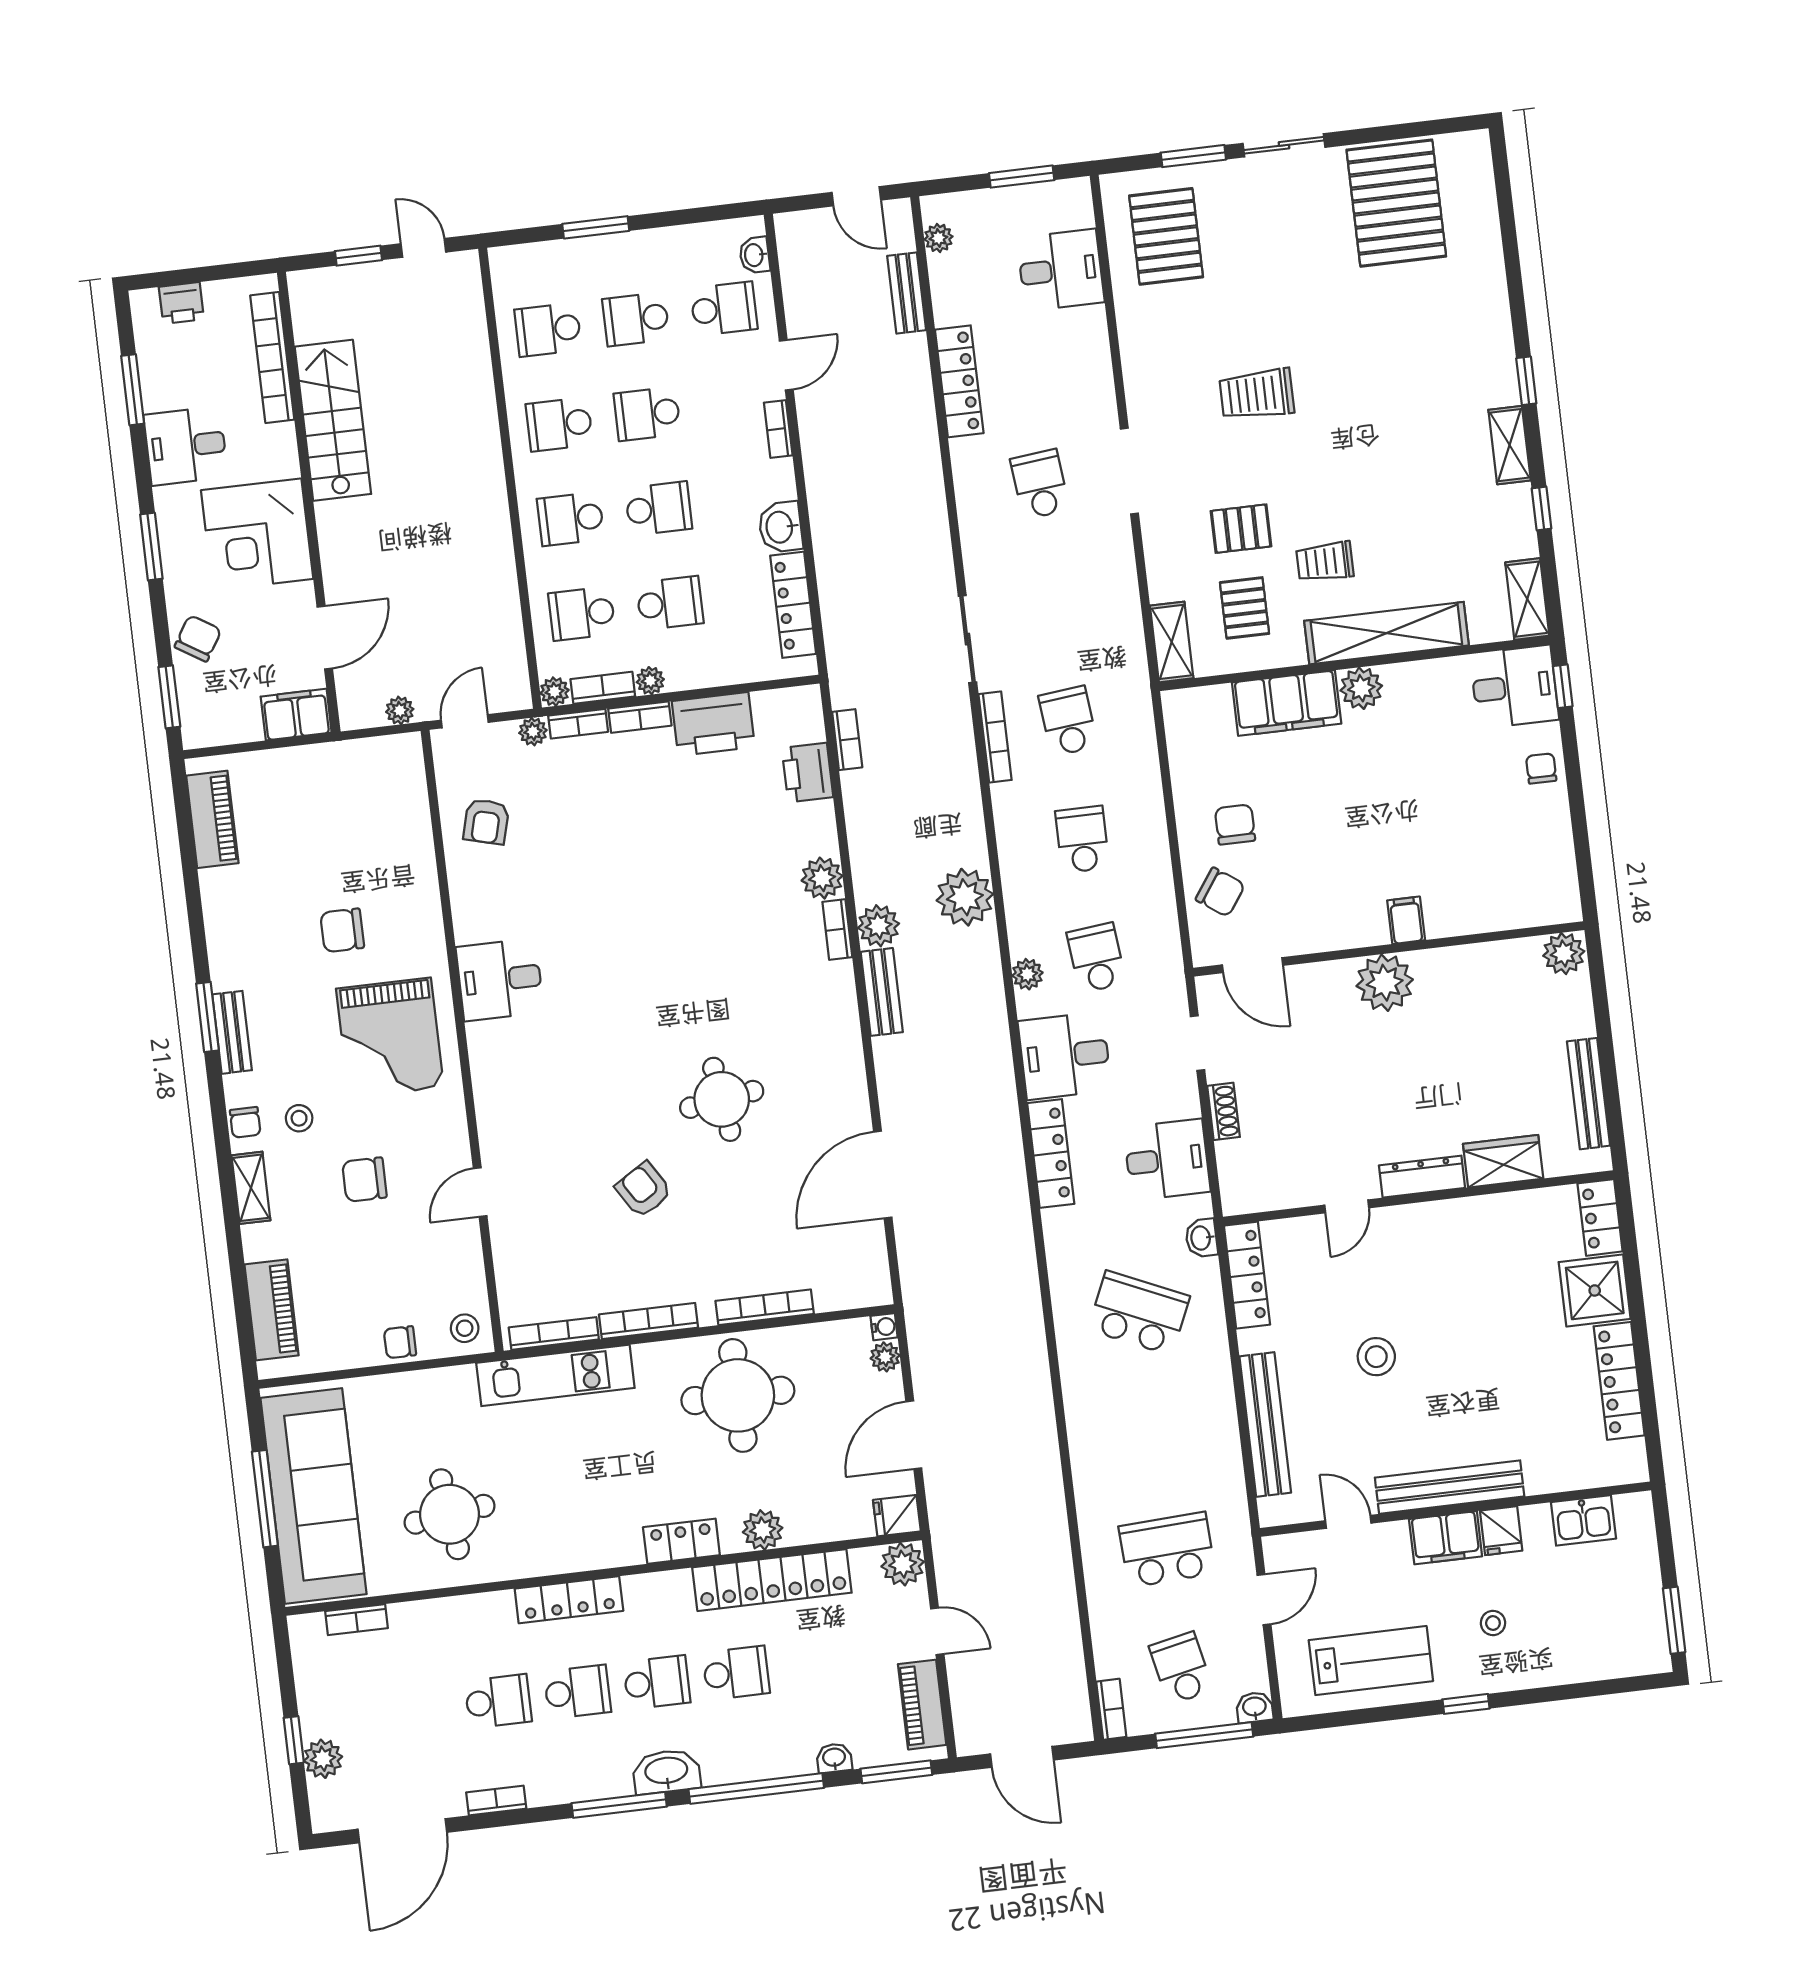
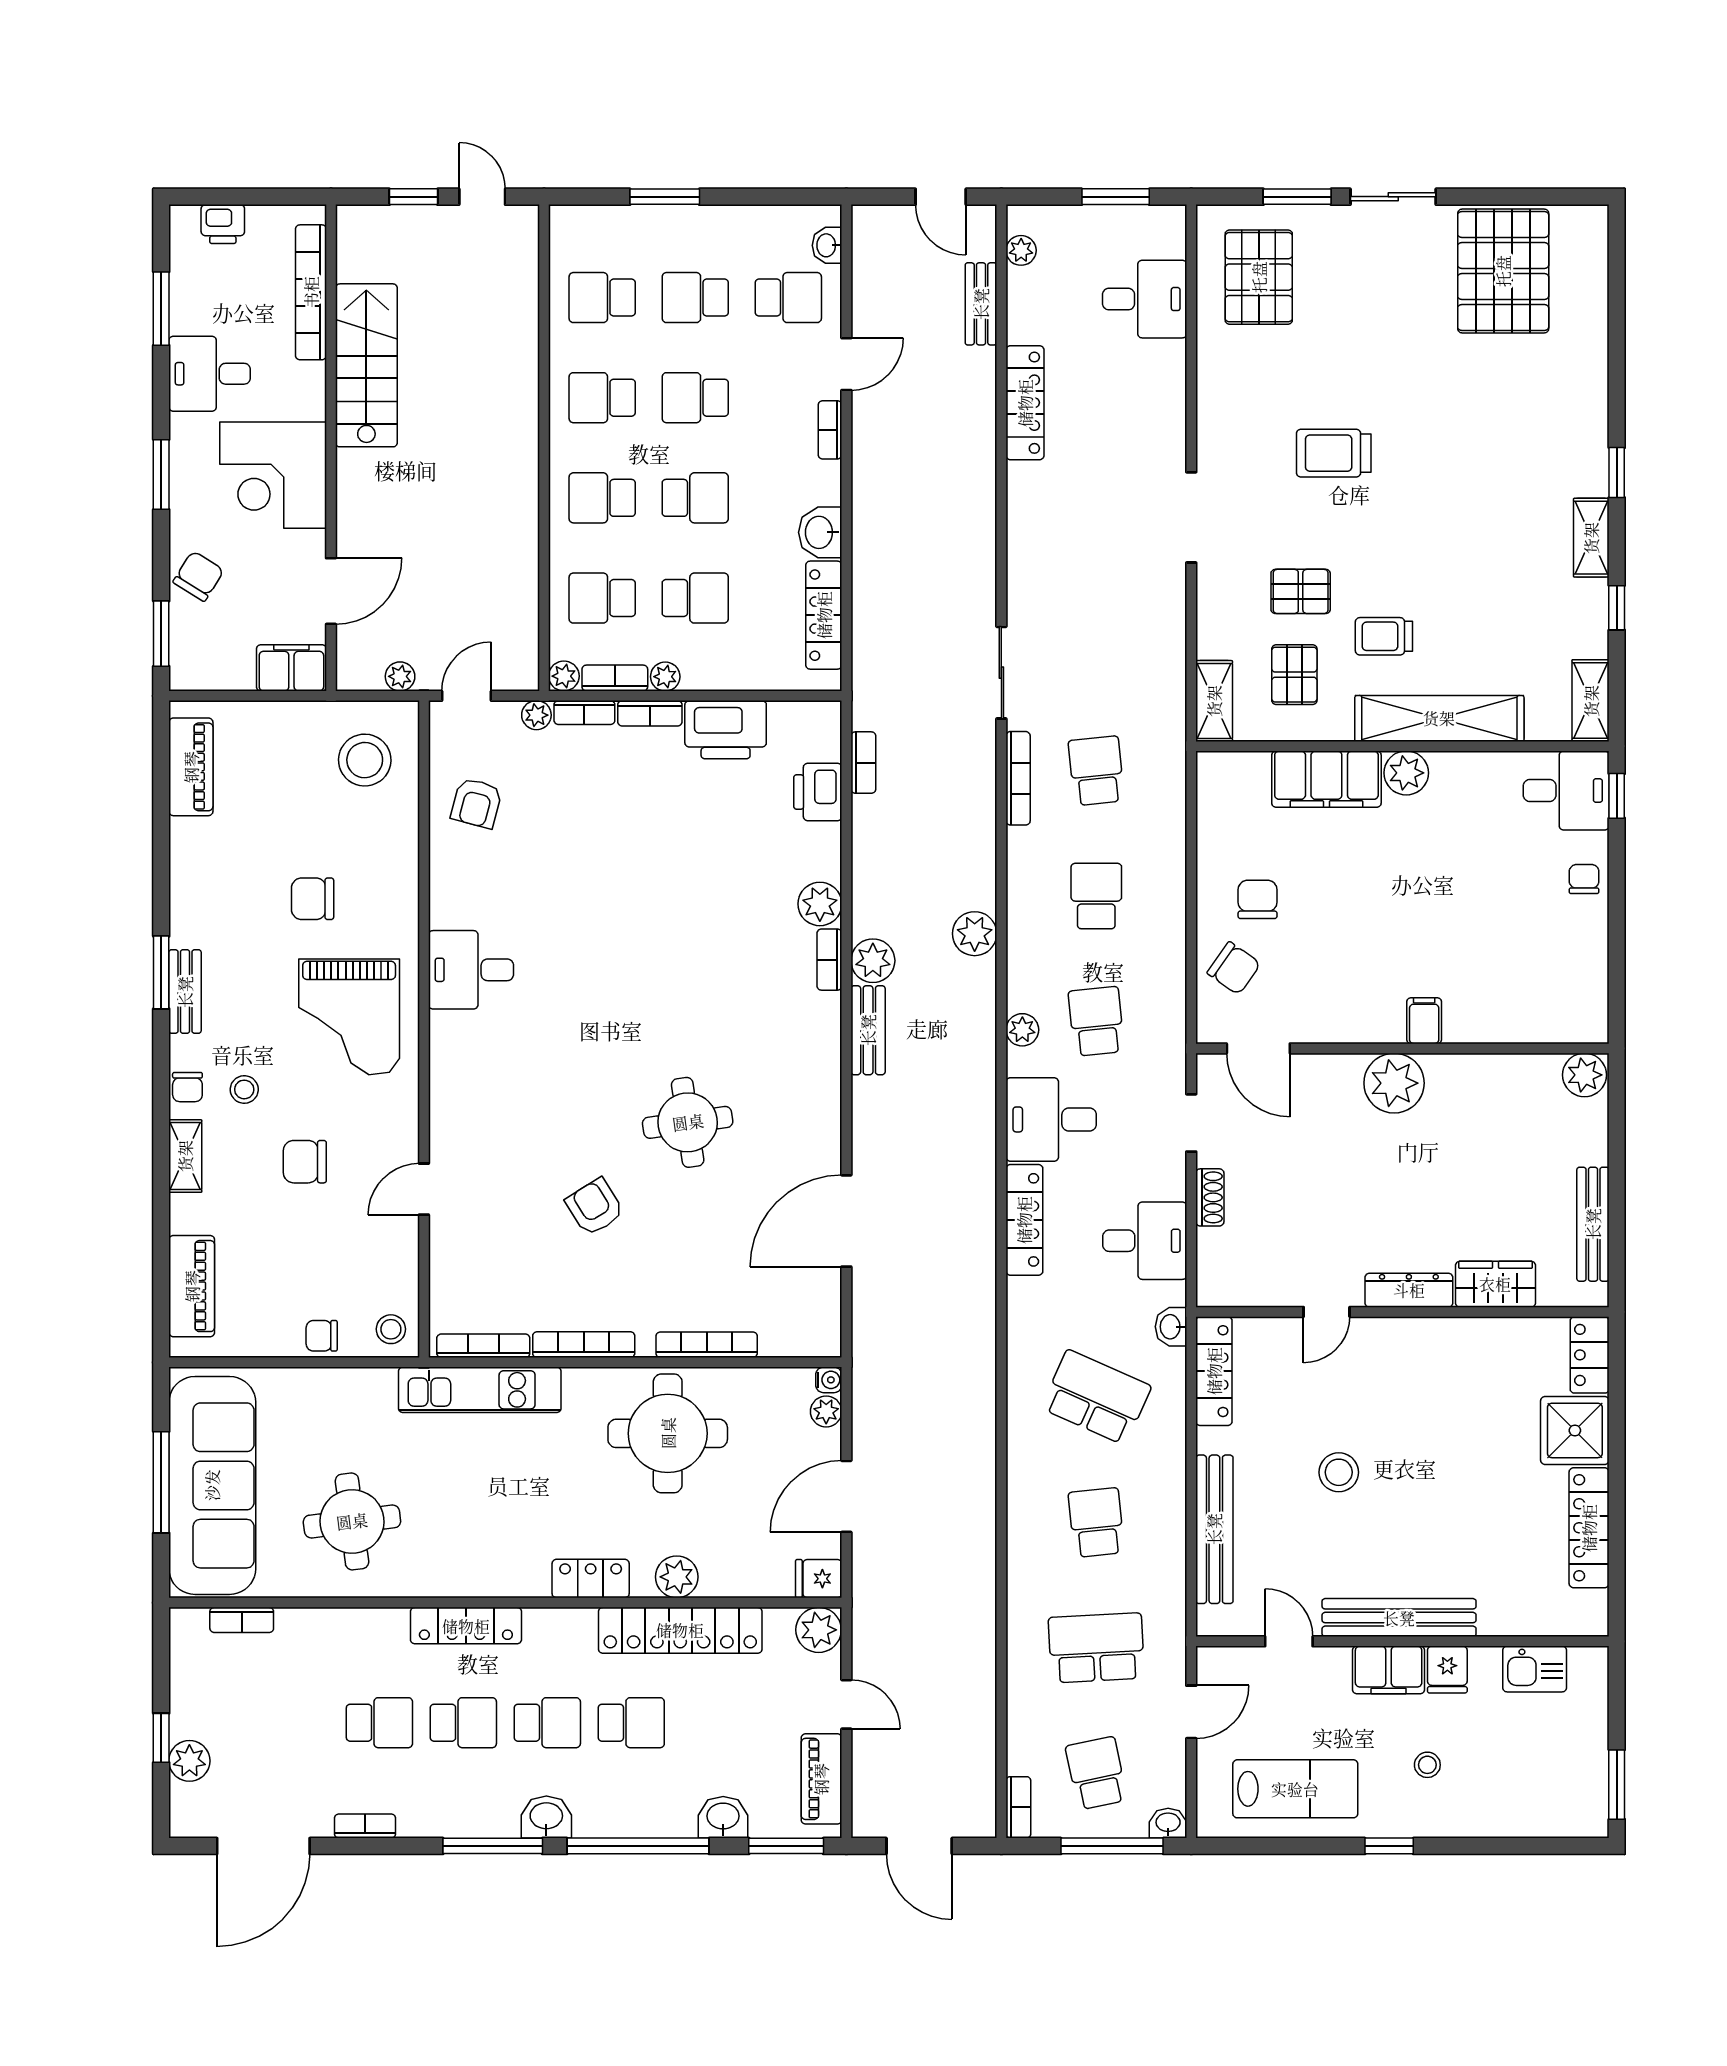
school desk: (1040, 484) -> (1096, 1523), moved
stool: (376, 793) -> (365, 760), added
plant: (965, 897) -> (975, 934), width x0.73, depth x0.73
washbasin: (834, 1758) -> (723, 1817), width x1.38, depth x1.45
washbasin: (666, 1772) -> (546, 1817), width x0.72

